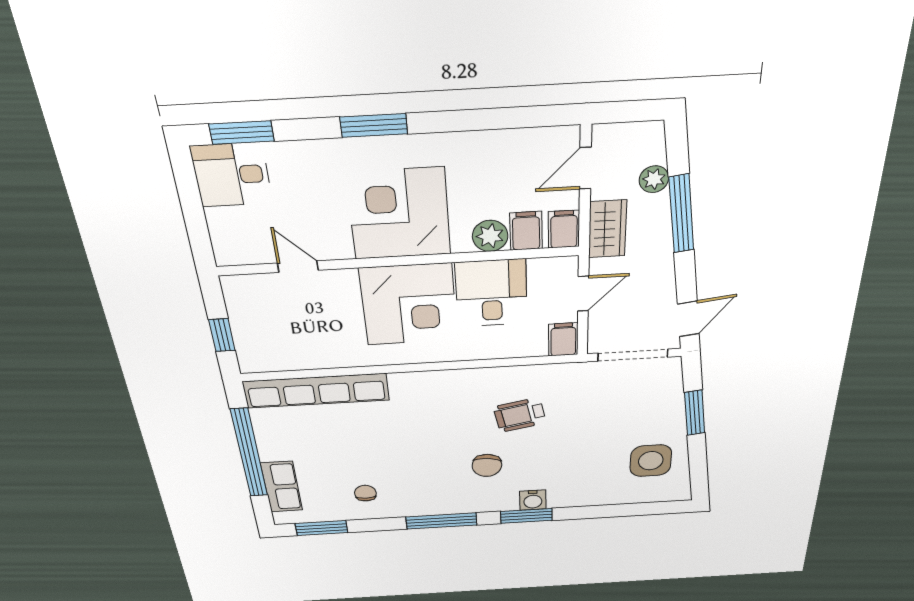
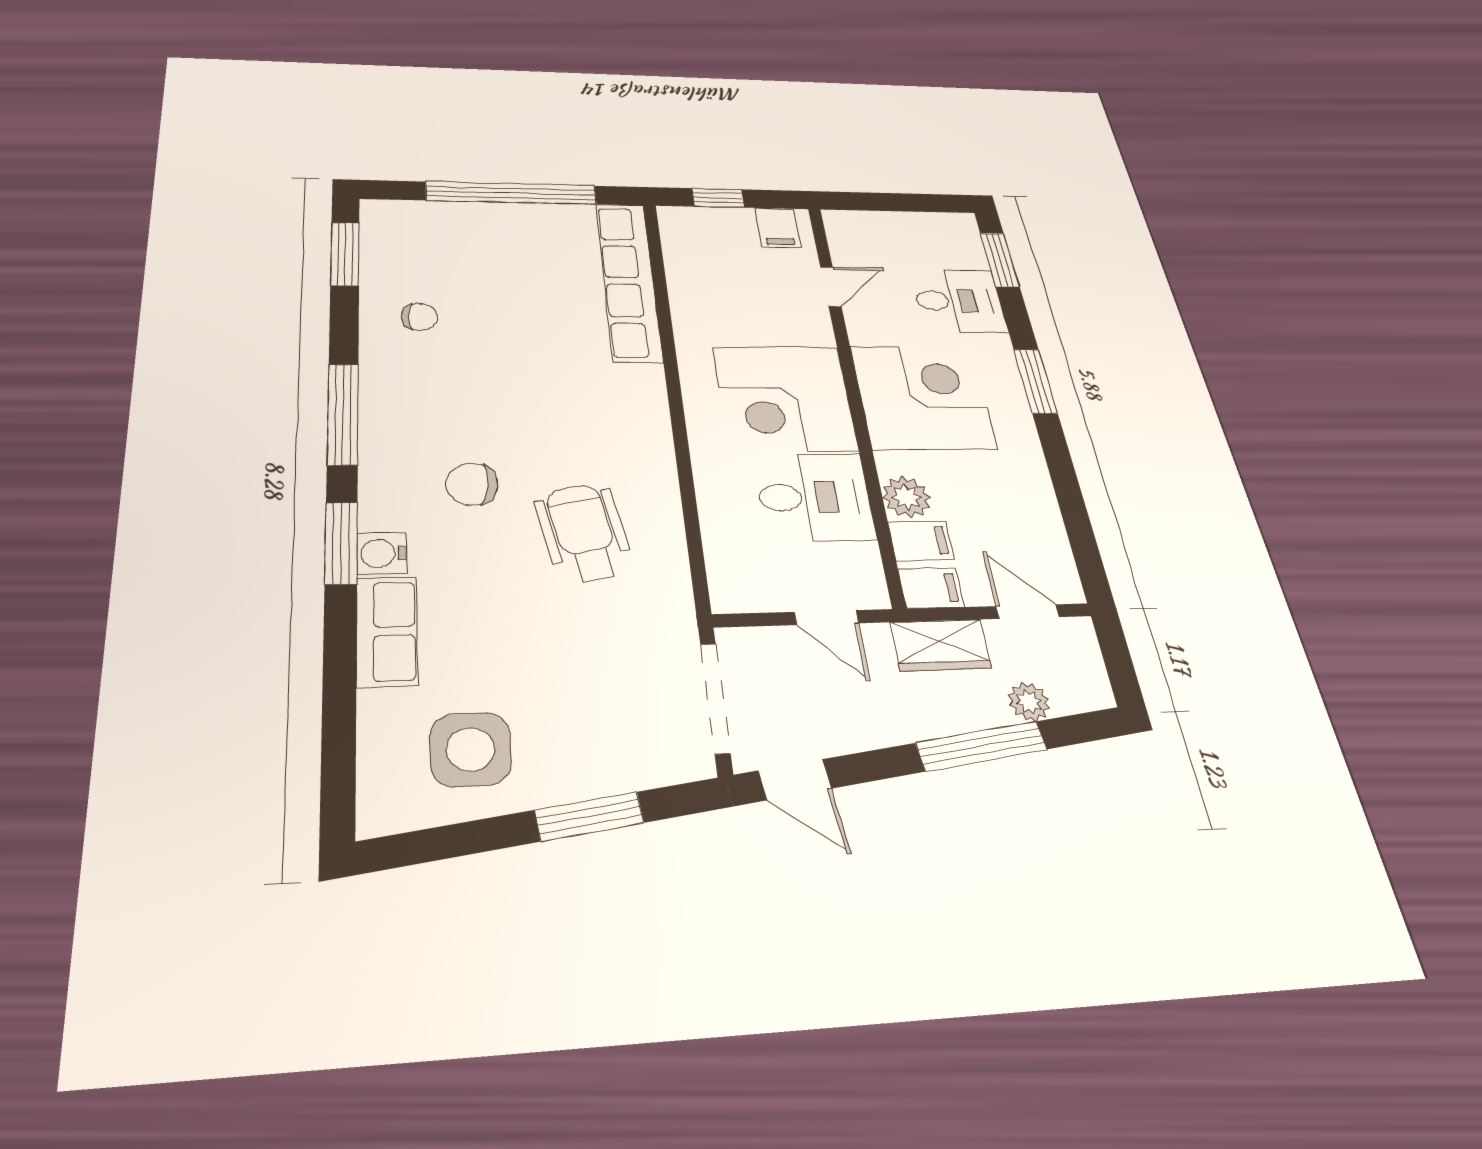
desk: (232, 175) -> (959, 301), moved, turned 90
filing cabinet: (563, 339) -> (778, 228), moved, turned 90
wheelchair: (520, 415) -> (584, 533), width x1.36, depth x1.37
row of seats: (282, 487) -> (387, 631), moved, turned -90

